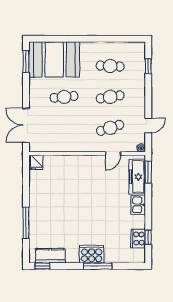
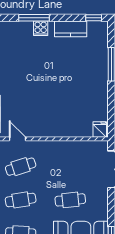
door: (113, 154) -> (17, 139), hinge flipped
cooker: (92, 254) -> (41, 28), width x0.53, depth x0.76
kitchen counter: (50, 256) -> (71, 29), moved

